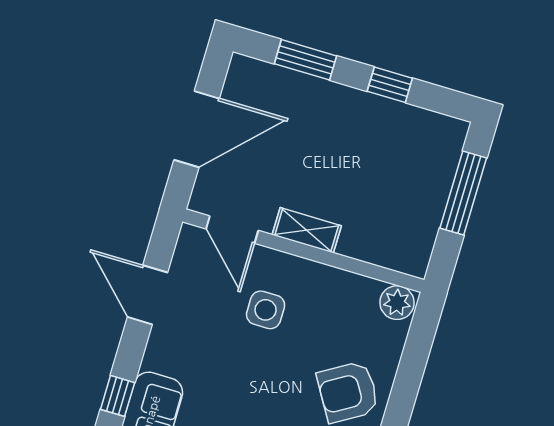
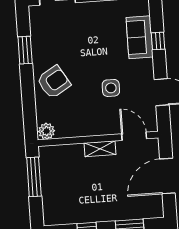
window: (463, 193) -> (34, 177), moved
side table: (266, 310) -> (111, 88), moved

